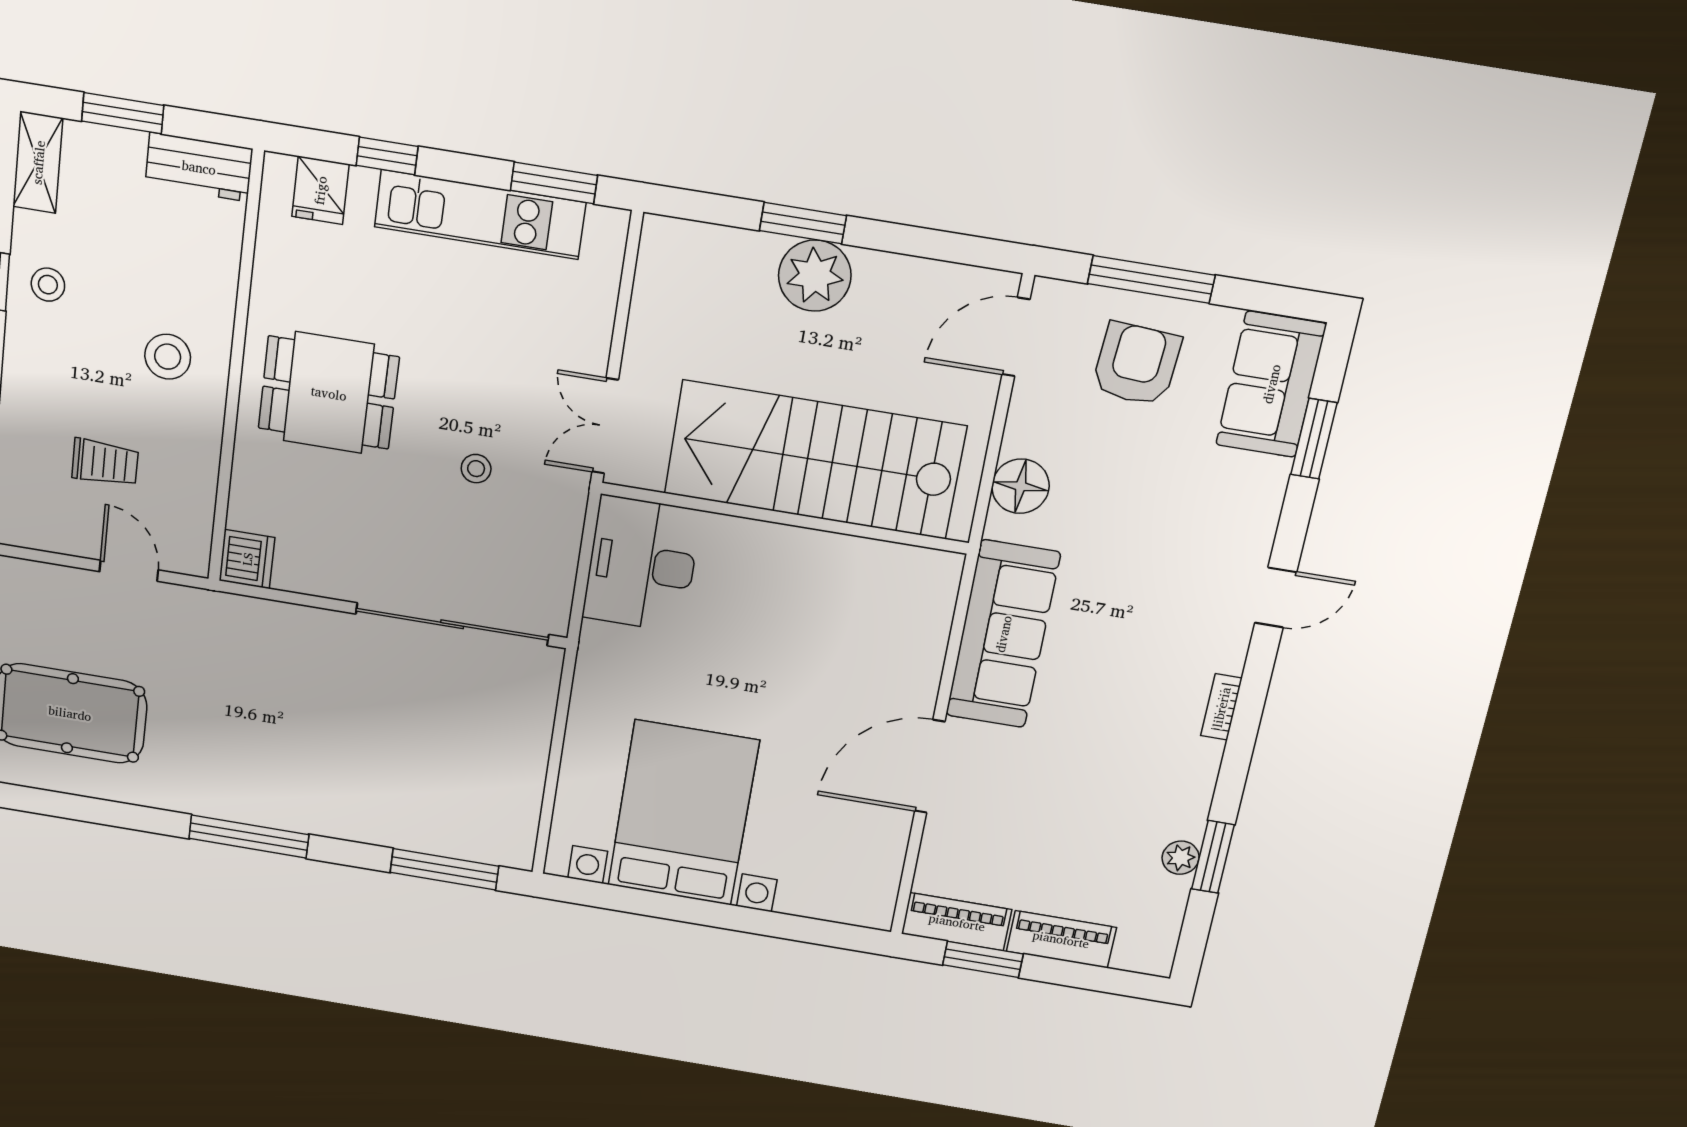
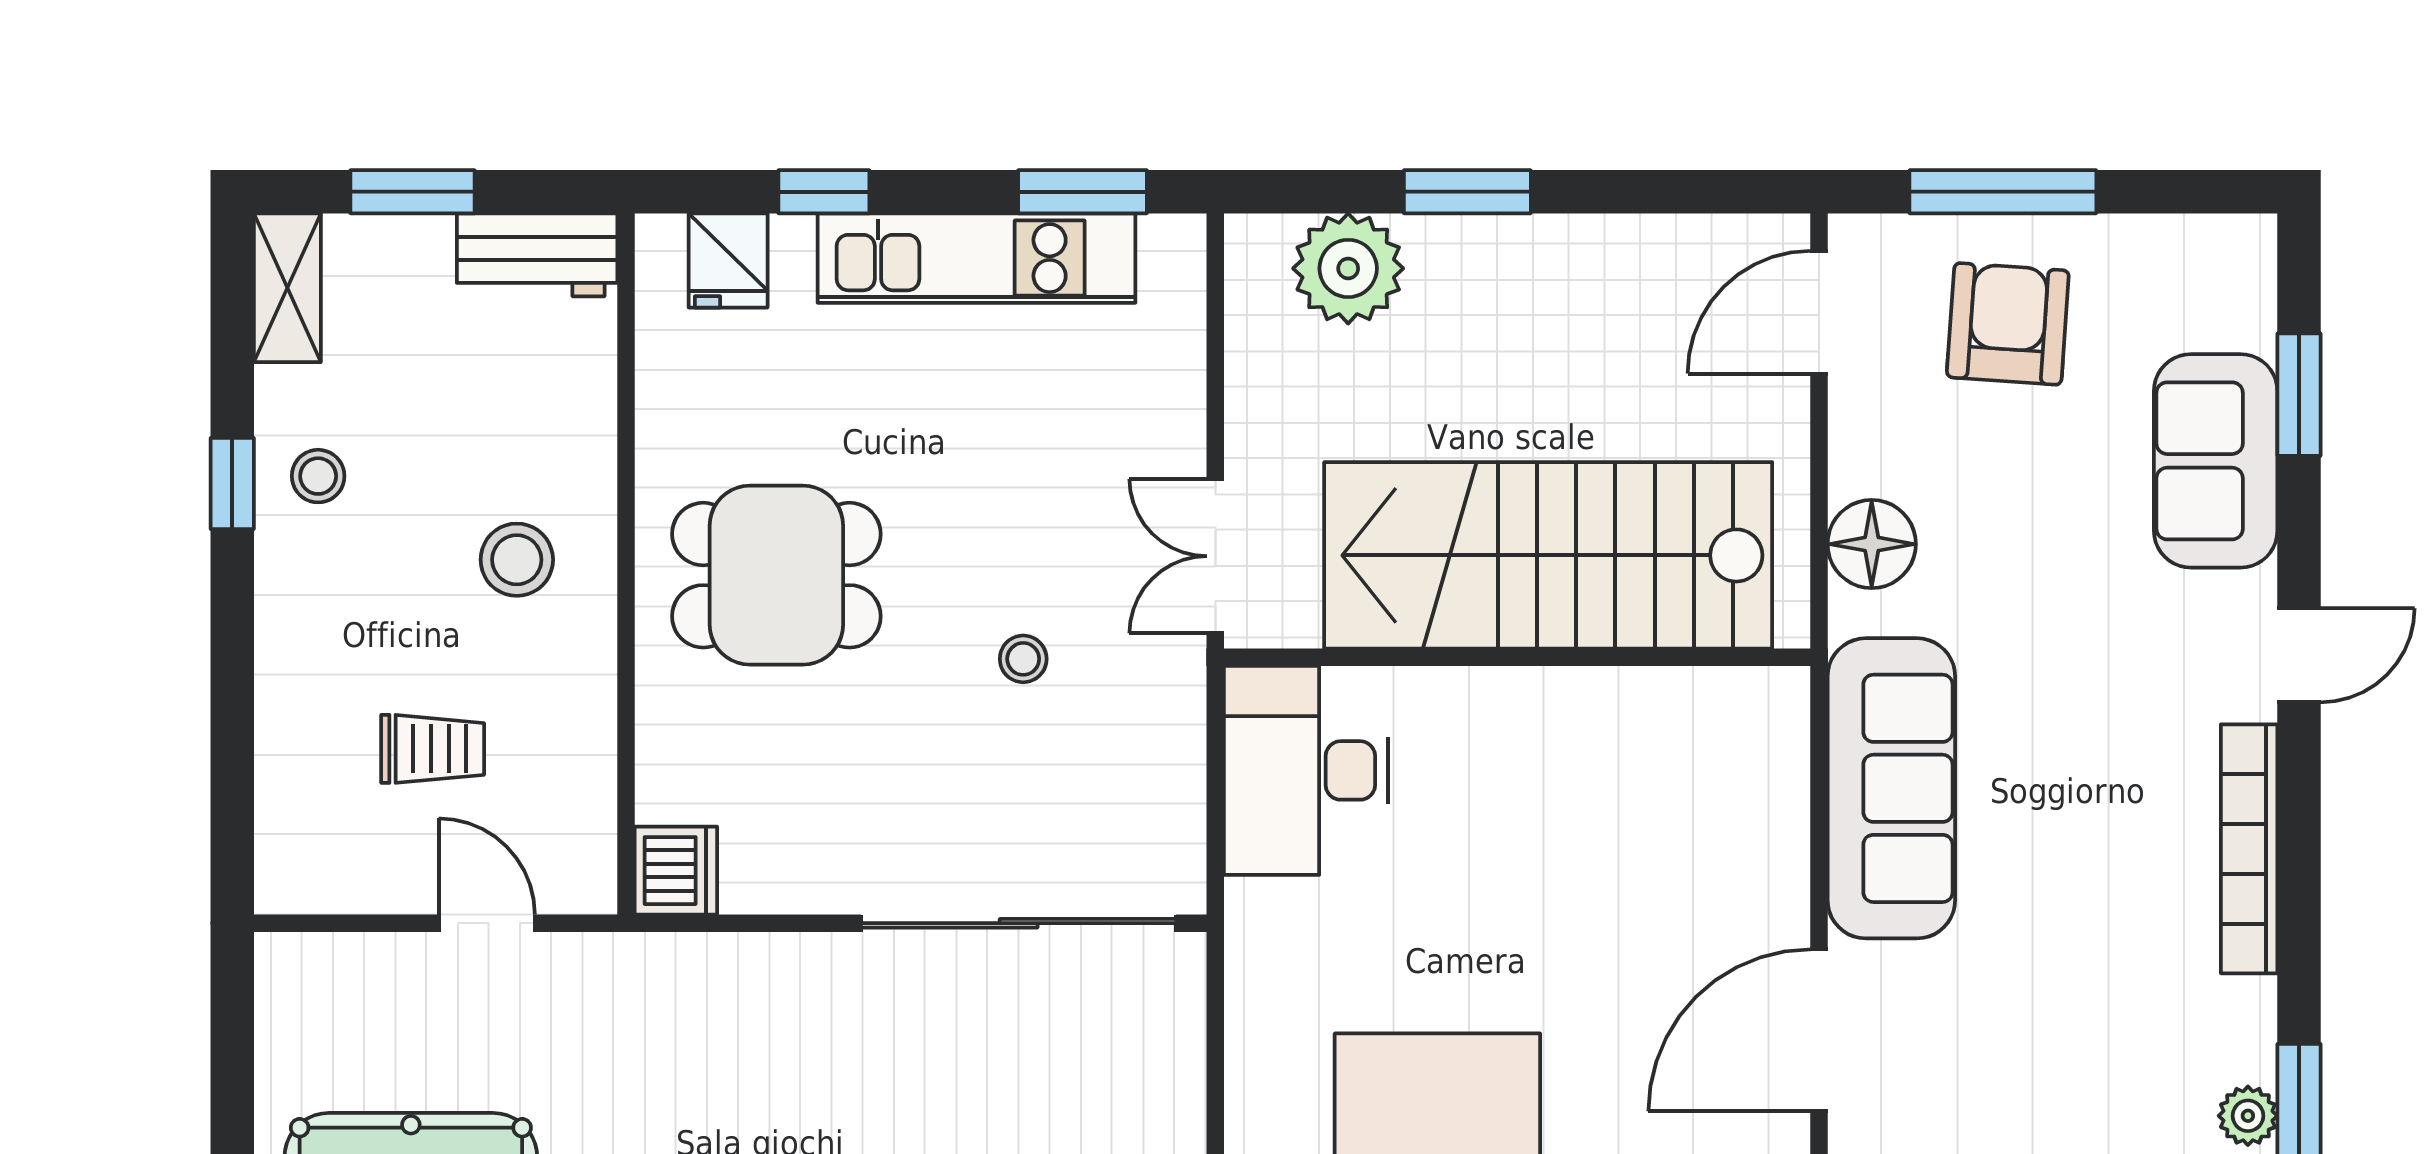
plant: (815, 276) -> (1348, 268), moved
sofa: (1271, 384) -> (2216, 461), moved
bookcase: (1221, 707) -> (2249, 849), width x2.31, depth x1.31

